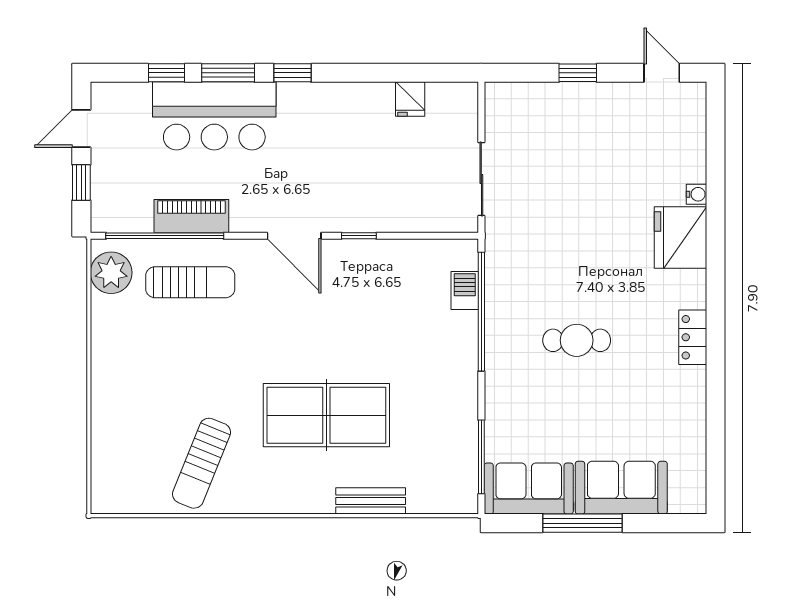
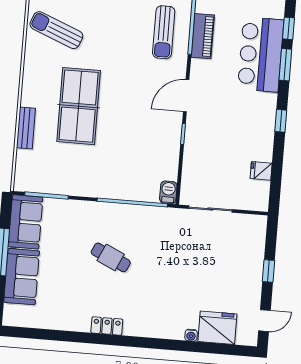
window: (293, 73) -> (281, 121), moved
fridge: (680, 238) -> (217, 328), moved
barbecue: (465, 290) -> (168, 192), moved, turned -90
cafe table: (577, 340) -> (111, 257), turned -65

